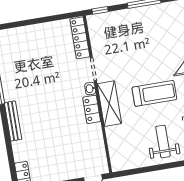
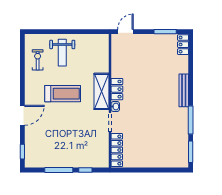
window: (100, 10) -> (85, 170), moved
treadmill: (154, 93) -> (63, 94), turned 180

